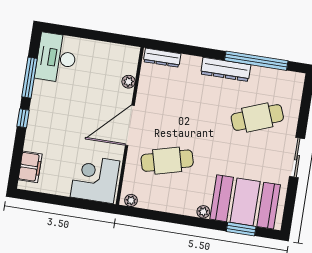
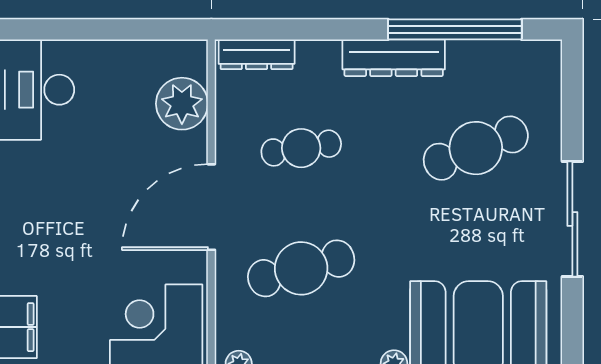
plant: (129, 82) -> (182, 104), width x1.87, depth x1.87
cafe table: (176, 105) -> (301, 148), added
sliding door: (297, 158) -> (572, 219), width x1.37

